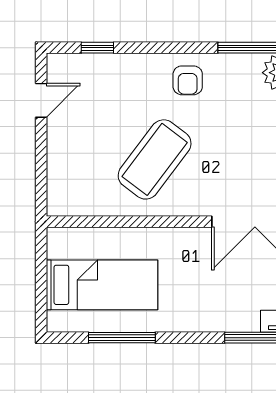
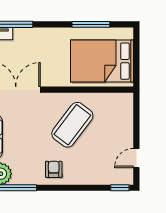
window: (97, 48) -> (120, 188), moved
bed: (102, 285) -> (102, 61), width x1.50

